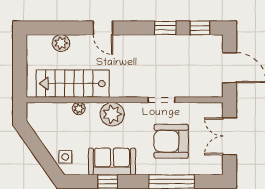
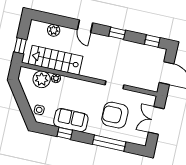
window: (165, 28) -> (117, 33), moved
window: (20, 74) -> (20, 46), added
plant: (112, 114) -> (42, 79), moved

